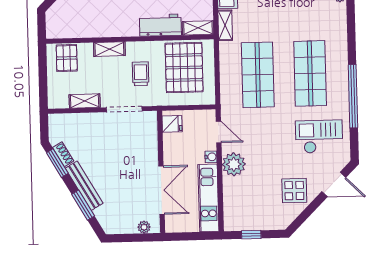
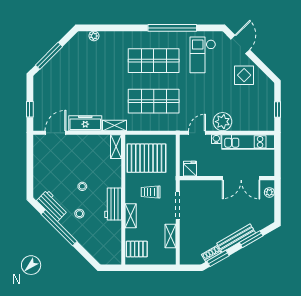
workbench: (160, 25) -> (113, 204), moved
double door: (162, 190) -> (241, 178), swing flipped

